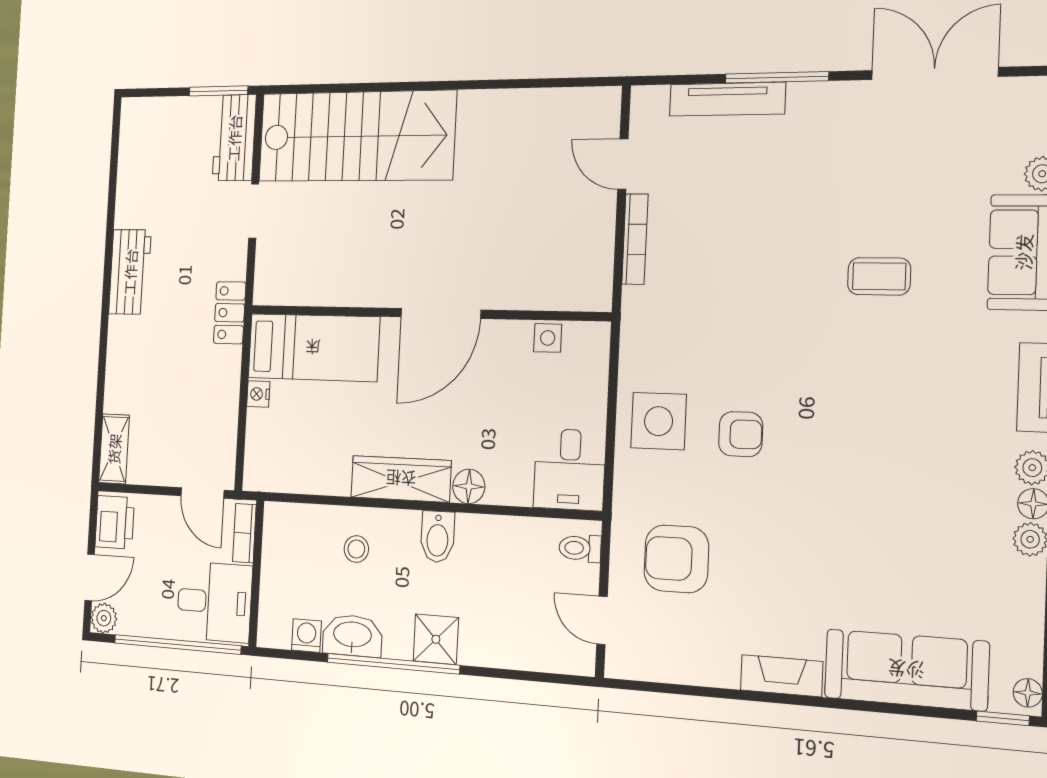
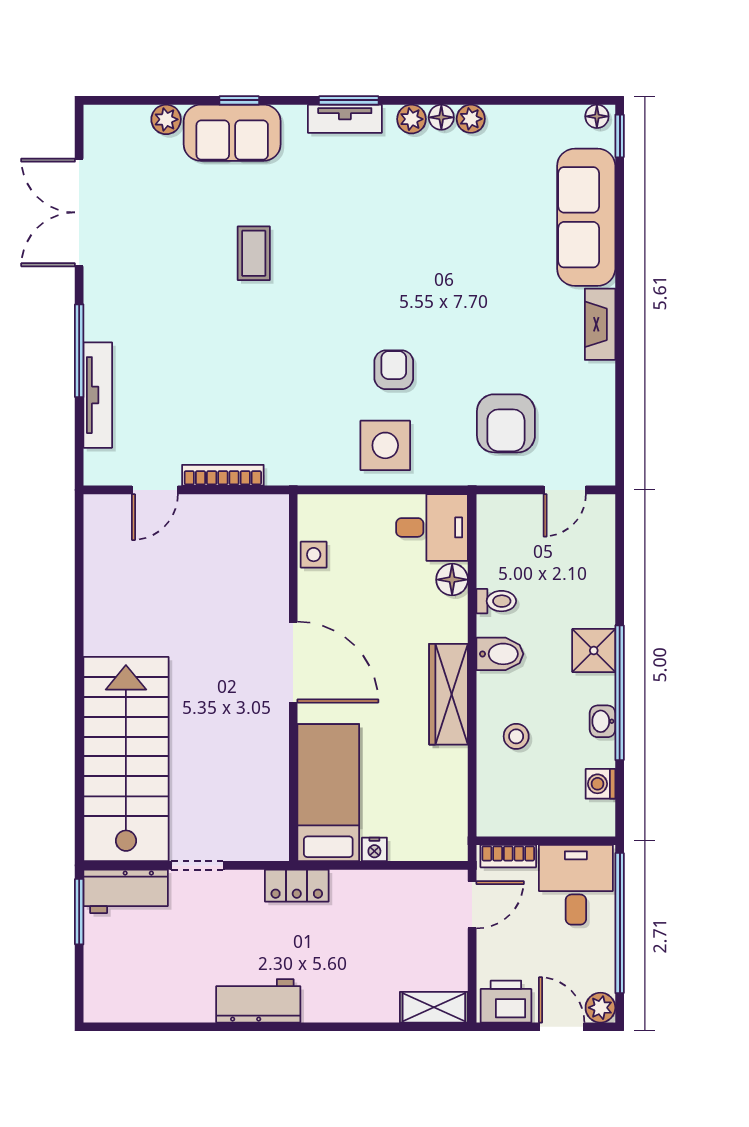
floor lamp: (469, 486) -> (452, 580), moved
toilet: (580, 548) -> (496, 601), moved, turned -90
washbasin: (352, 636) -> (603, 721), width x0.52, depth x0.69

